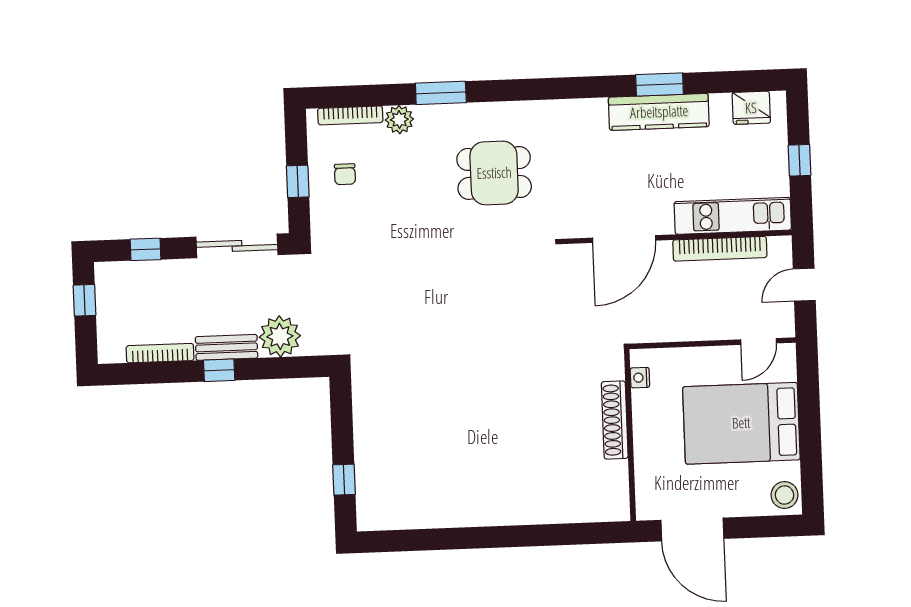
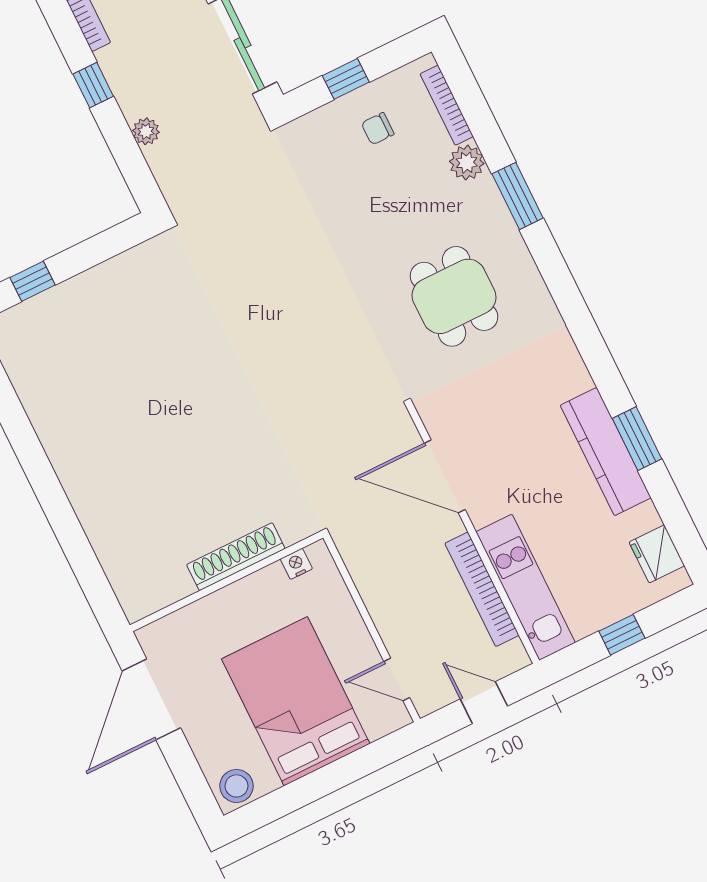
plant: (280, 336) -> (146, 131), width x0.53, depth x0.53
bench: (227, 347) -> (123, 82), removed

